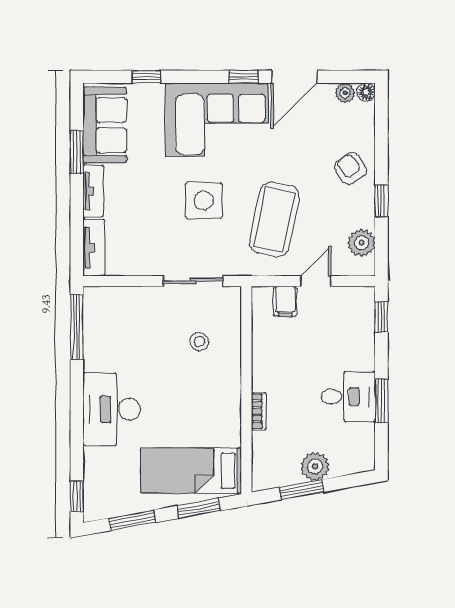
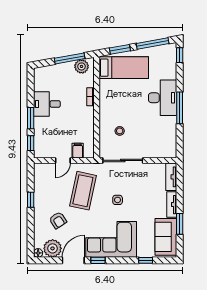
plant: (345, 93) -> (53, 248), width x1.88, depth x1.88
armchair: (350, 169) -> (58, 220), moved
side table: (204, 200) -> (118, 200), width x0.54, depth x0.54
plant: (362, 243) -> (40, 179), removed
sliding door: (193, 281) -> (123, 160), width x1.37
window: (77, 327) -> (180, 108), moved
window: (381, 401) -> (31, 118), moved
plant: (315, 466) -> (81, 66), moved
window: (302, 490) -> (70, 58), width x1.44
window: (132, 520) -> (153, 43), width x1.44

